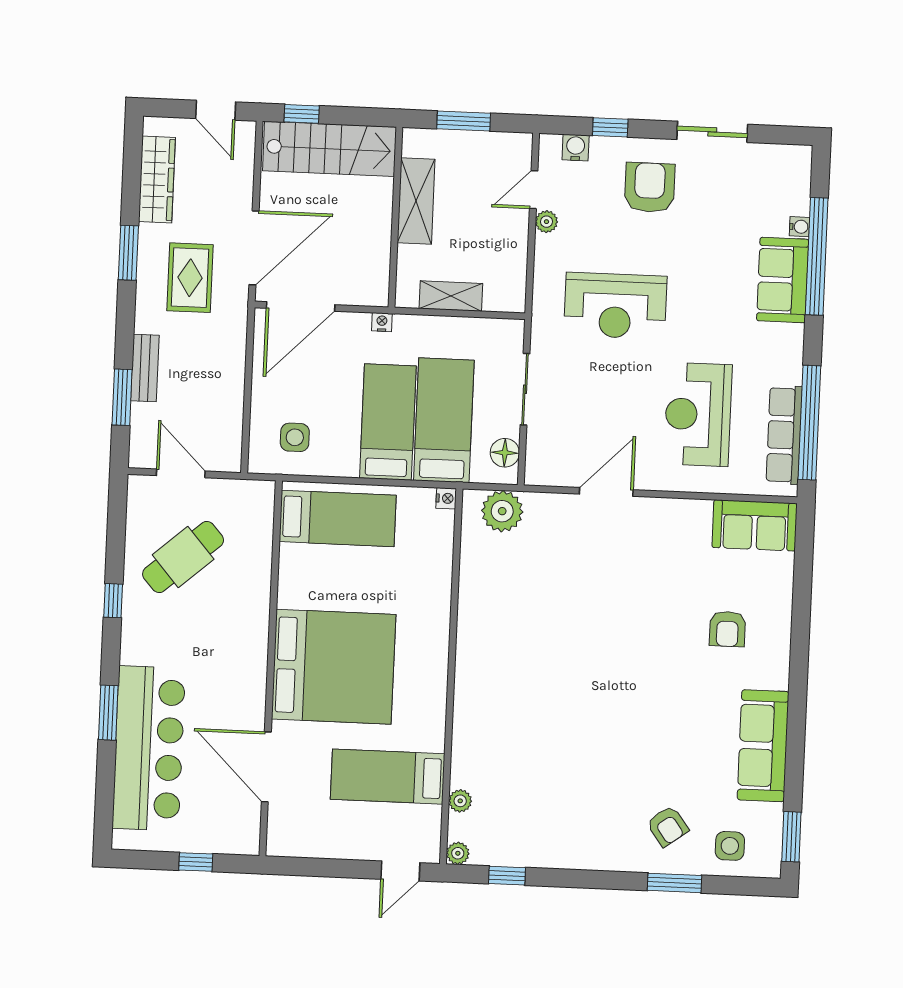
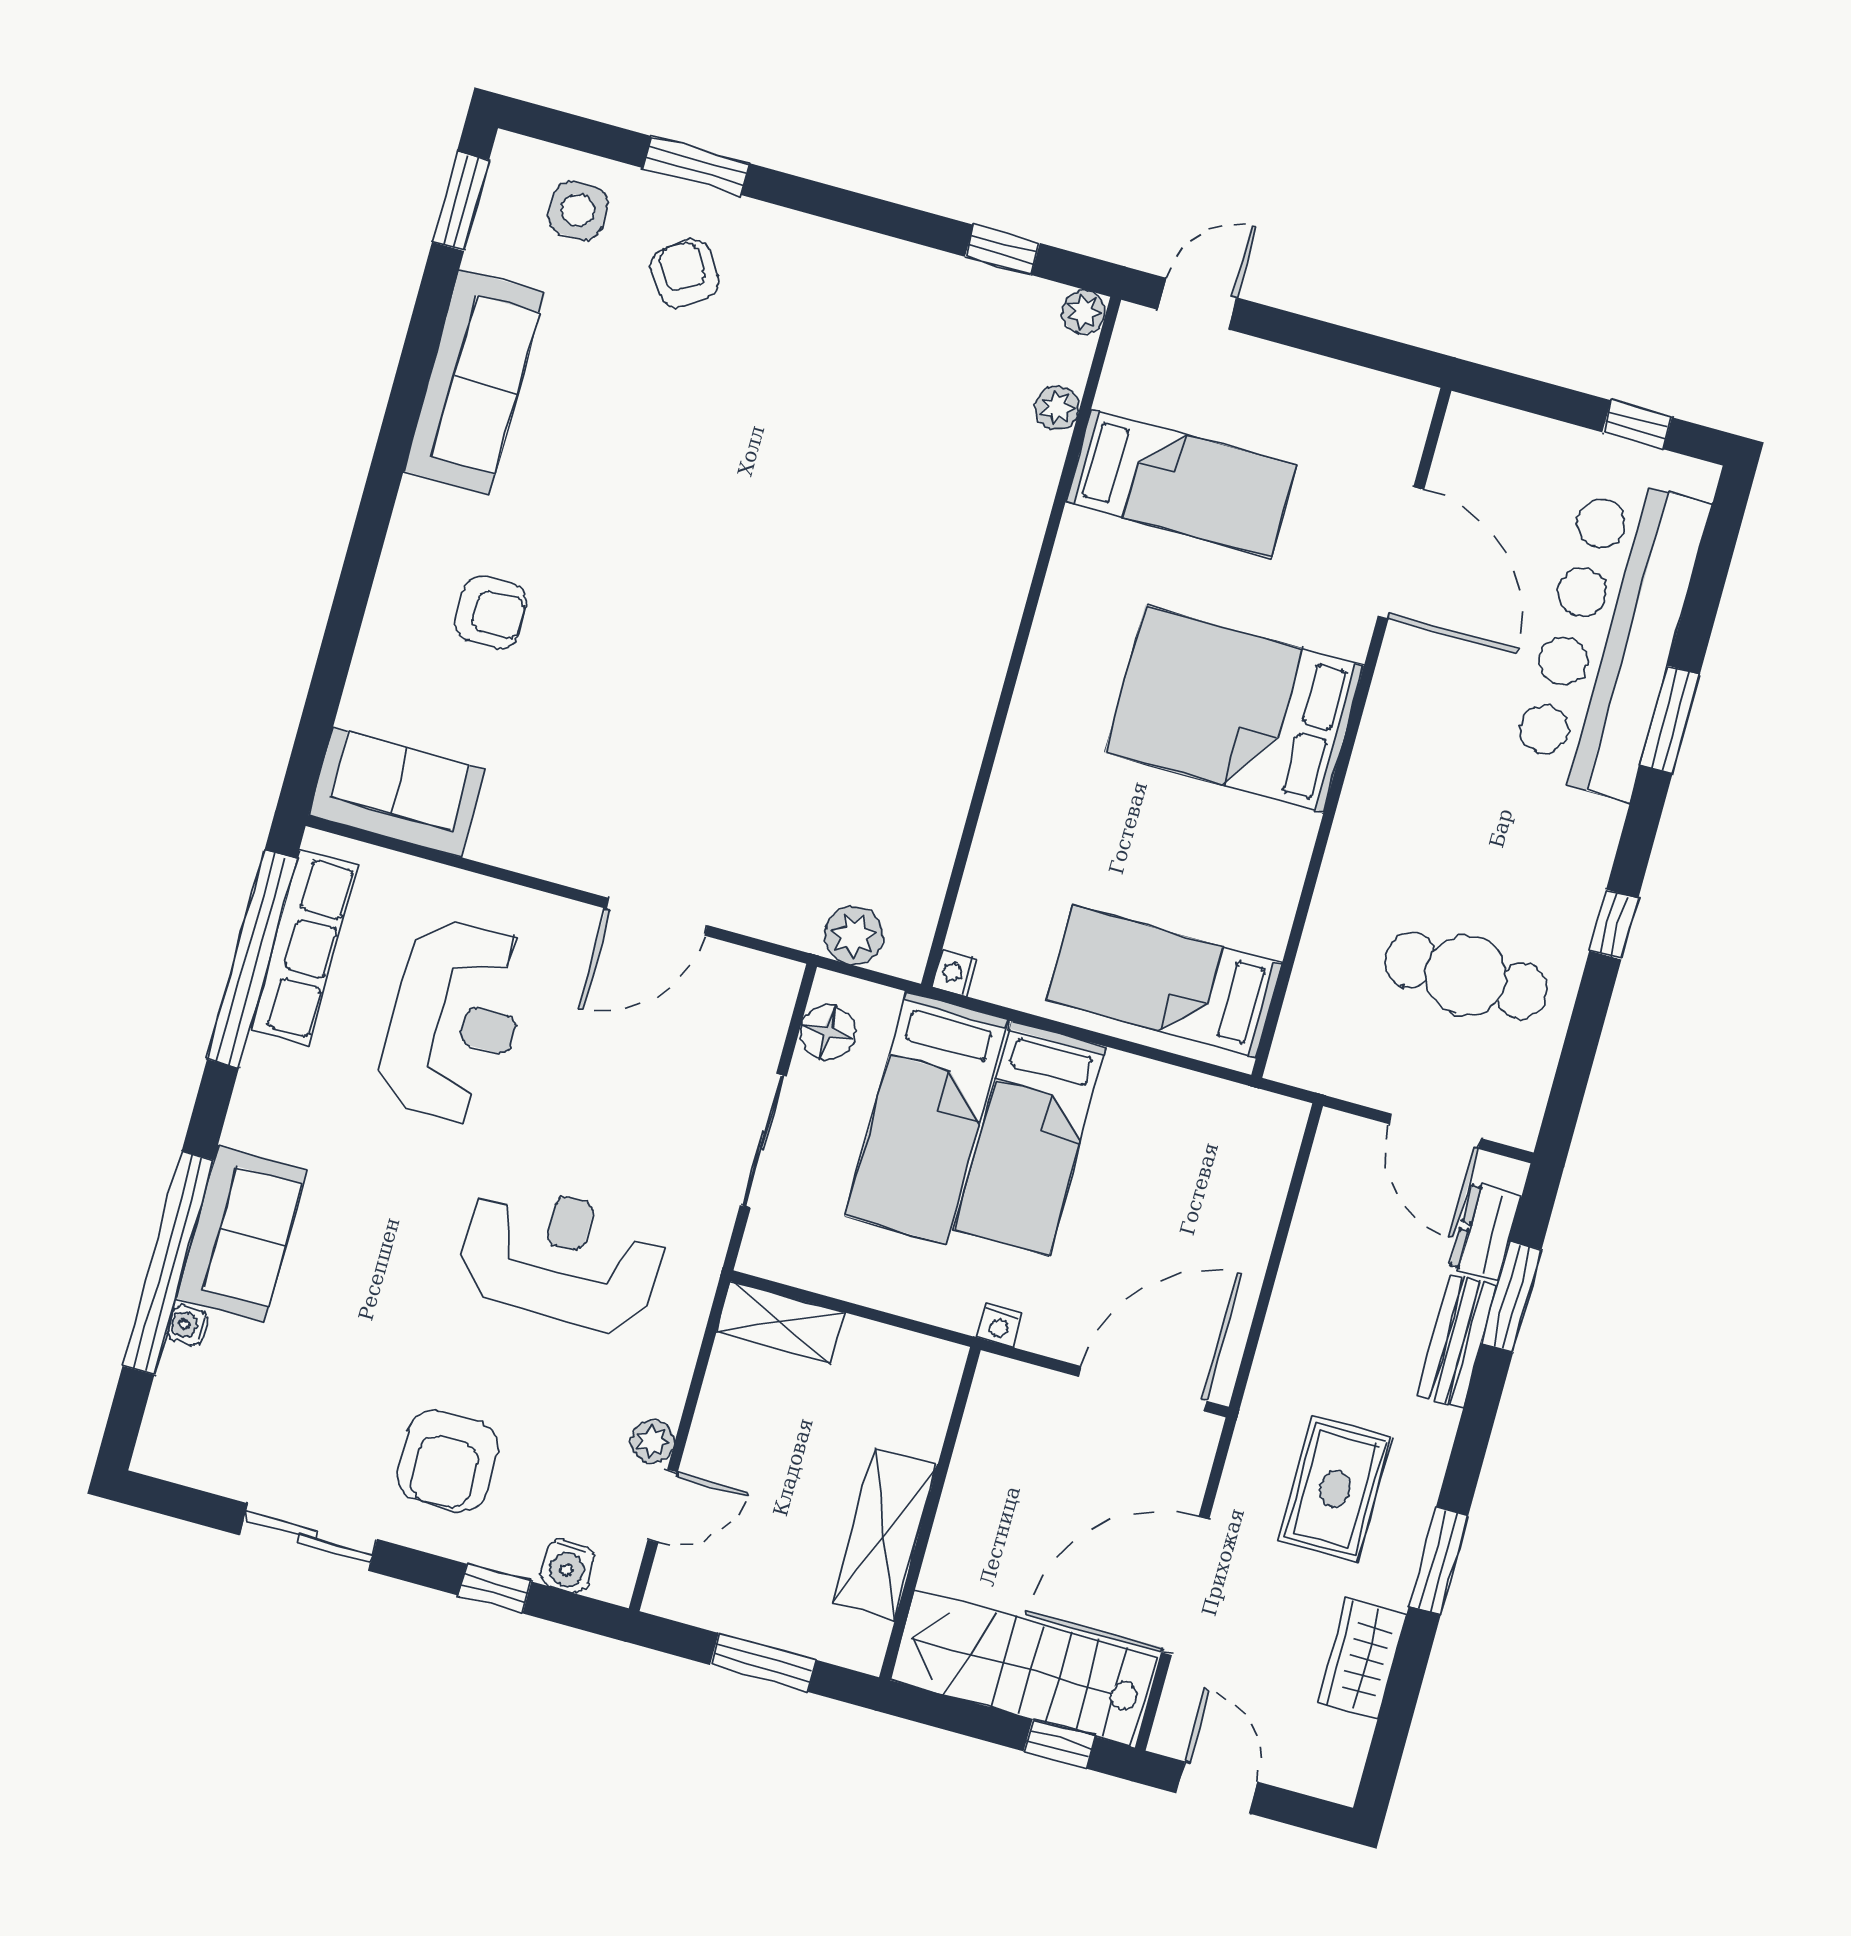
wardrobe: (157, 179) -> (1362, 1658), width x0.67
door: (254, 248) -> (1185, 1586), moved
shelving: (451, 296) -> (780, 1322), moved
dresser: (143, 428) -> (1486, 1232), added
side table: (295, 437) -> (1209, 1149), removed
plant: (502, 511) -> (854, 935), width x0.73, depth x0.73
cafe table: (183, 557) -> (1466, 976), turned 41
armchair: (727, 629) -> (491, 612), turned 90
bed: (334, 667) -> (1234, 709), width x0.73
window: (196, 862) -> (1637, 425), moved

